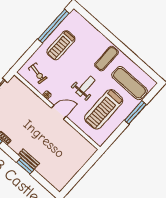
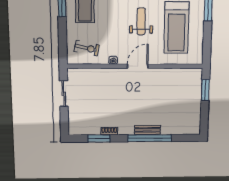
window: (25, 166) -> (150, 138), width x2.11
window: (88, 166) -> (205, 90), added

